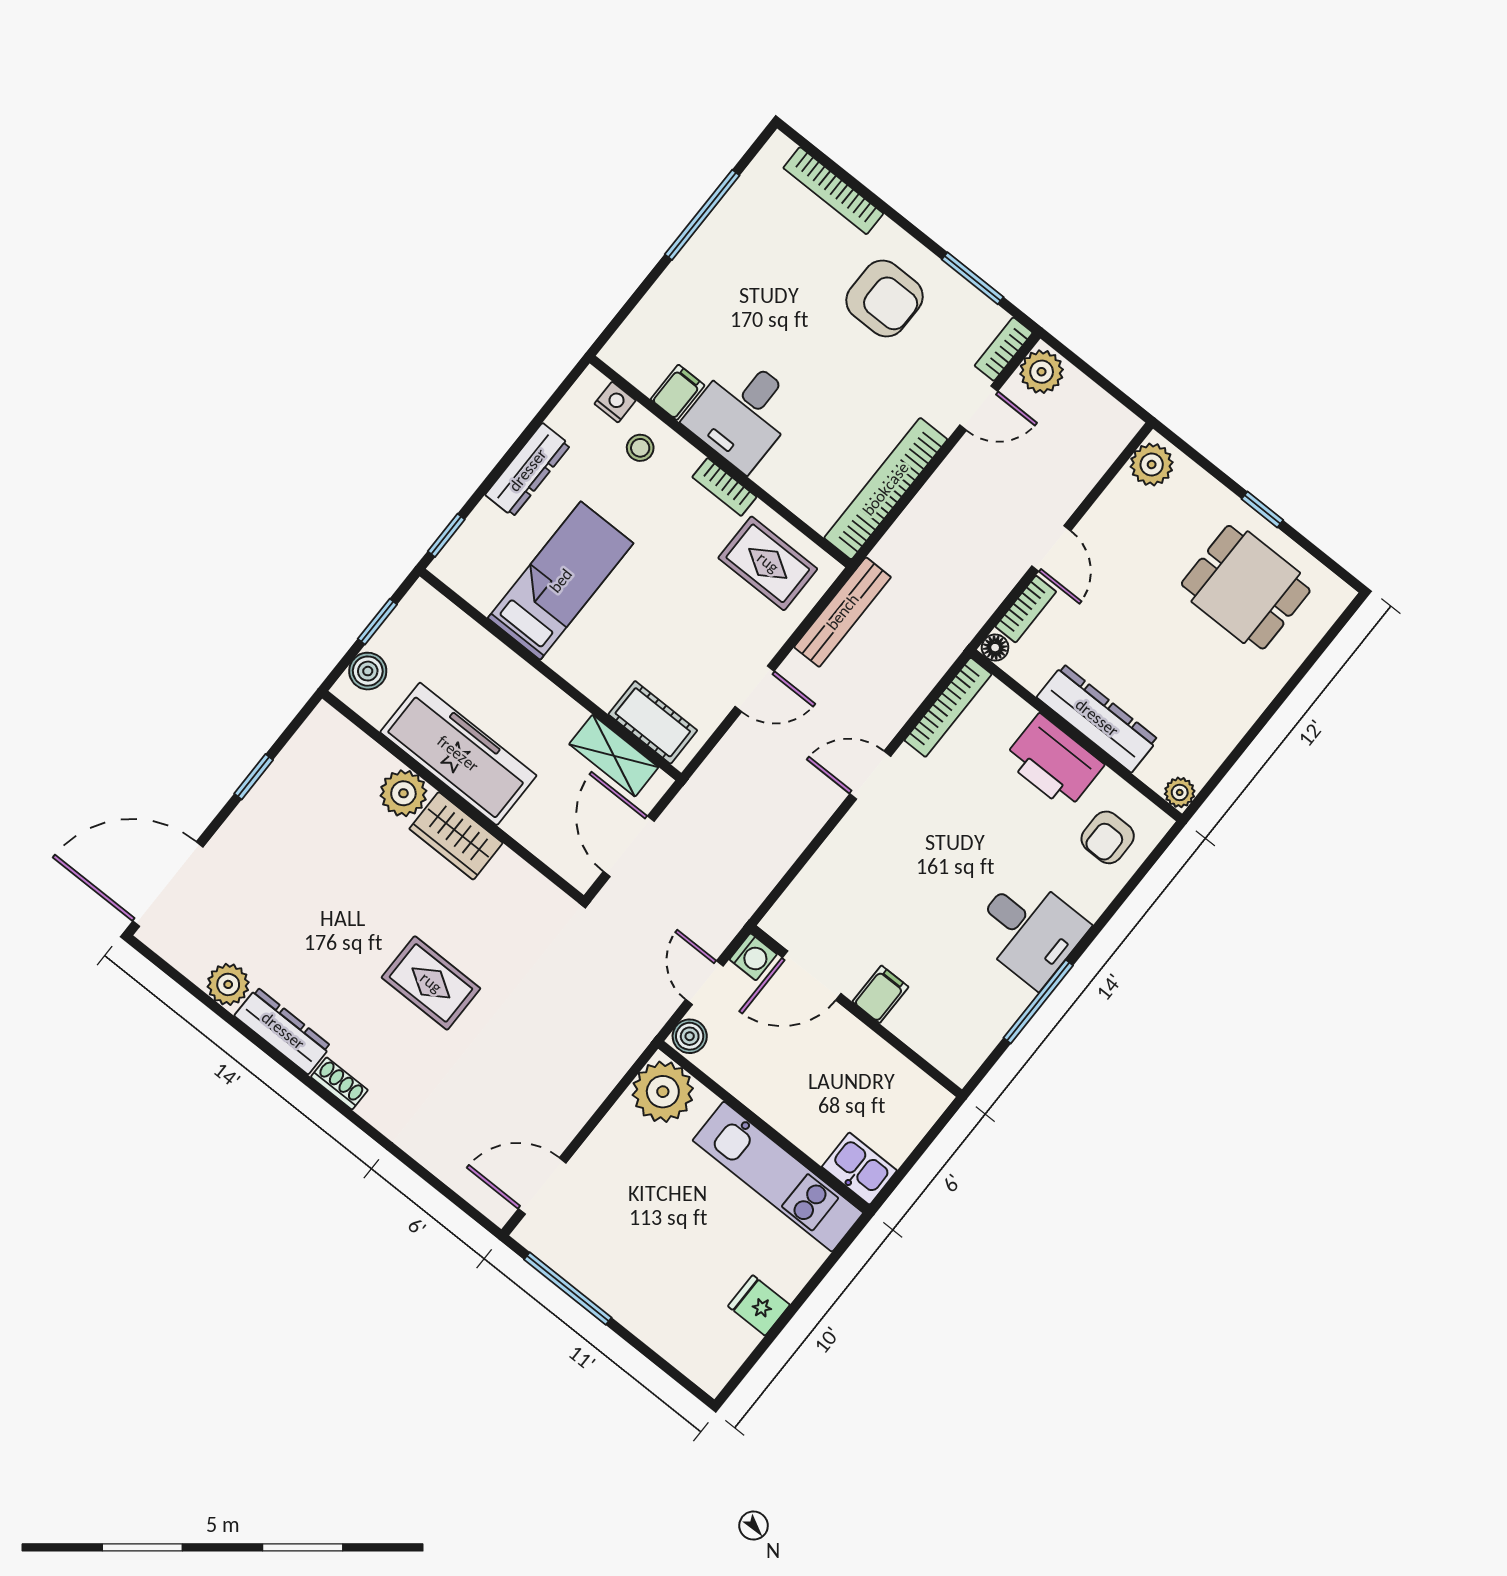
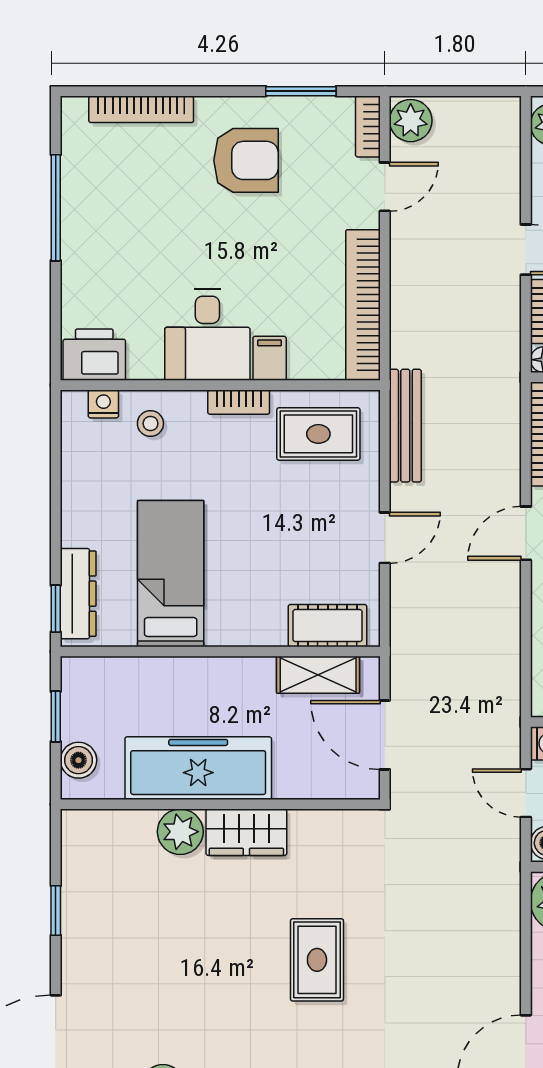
printer: (639, 357) -> (94, 355), added
filing cabinet: (678, 392) -> (270, 358), moved
dresser: (528, 470) -> (78, 594), moved
rug: (431, 983) -> (317, 960), turned 90

